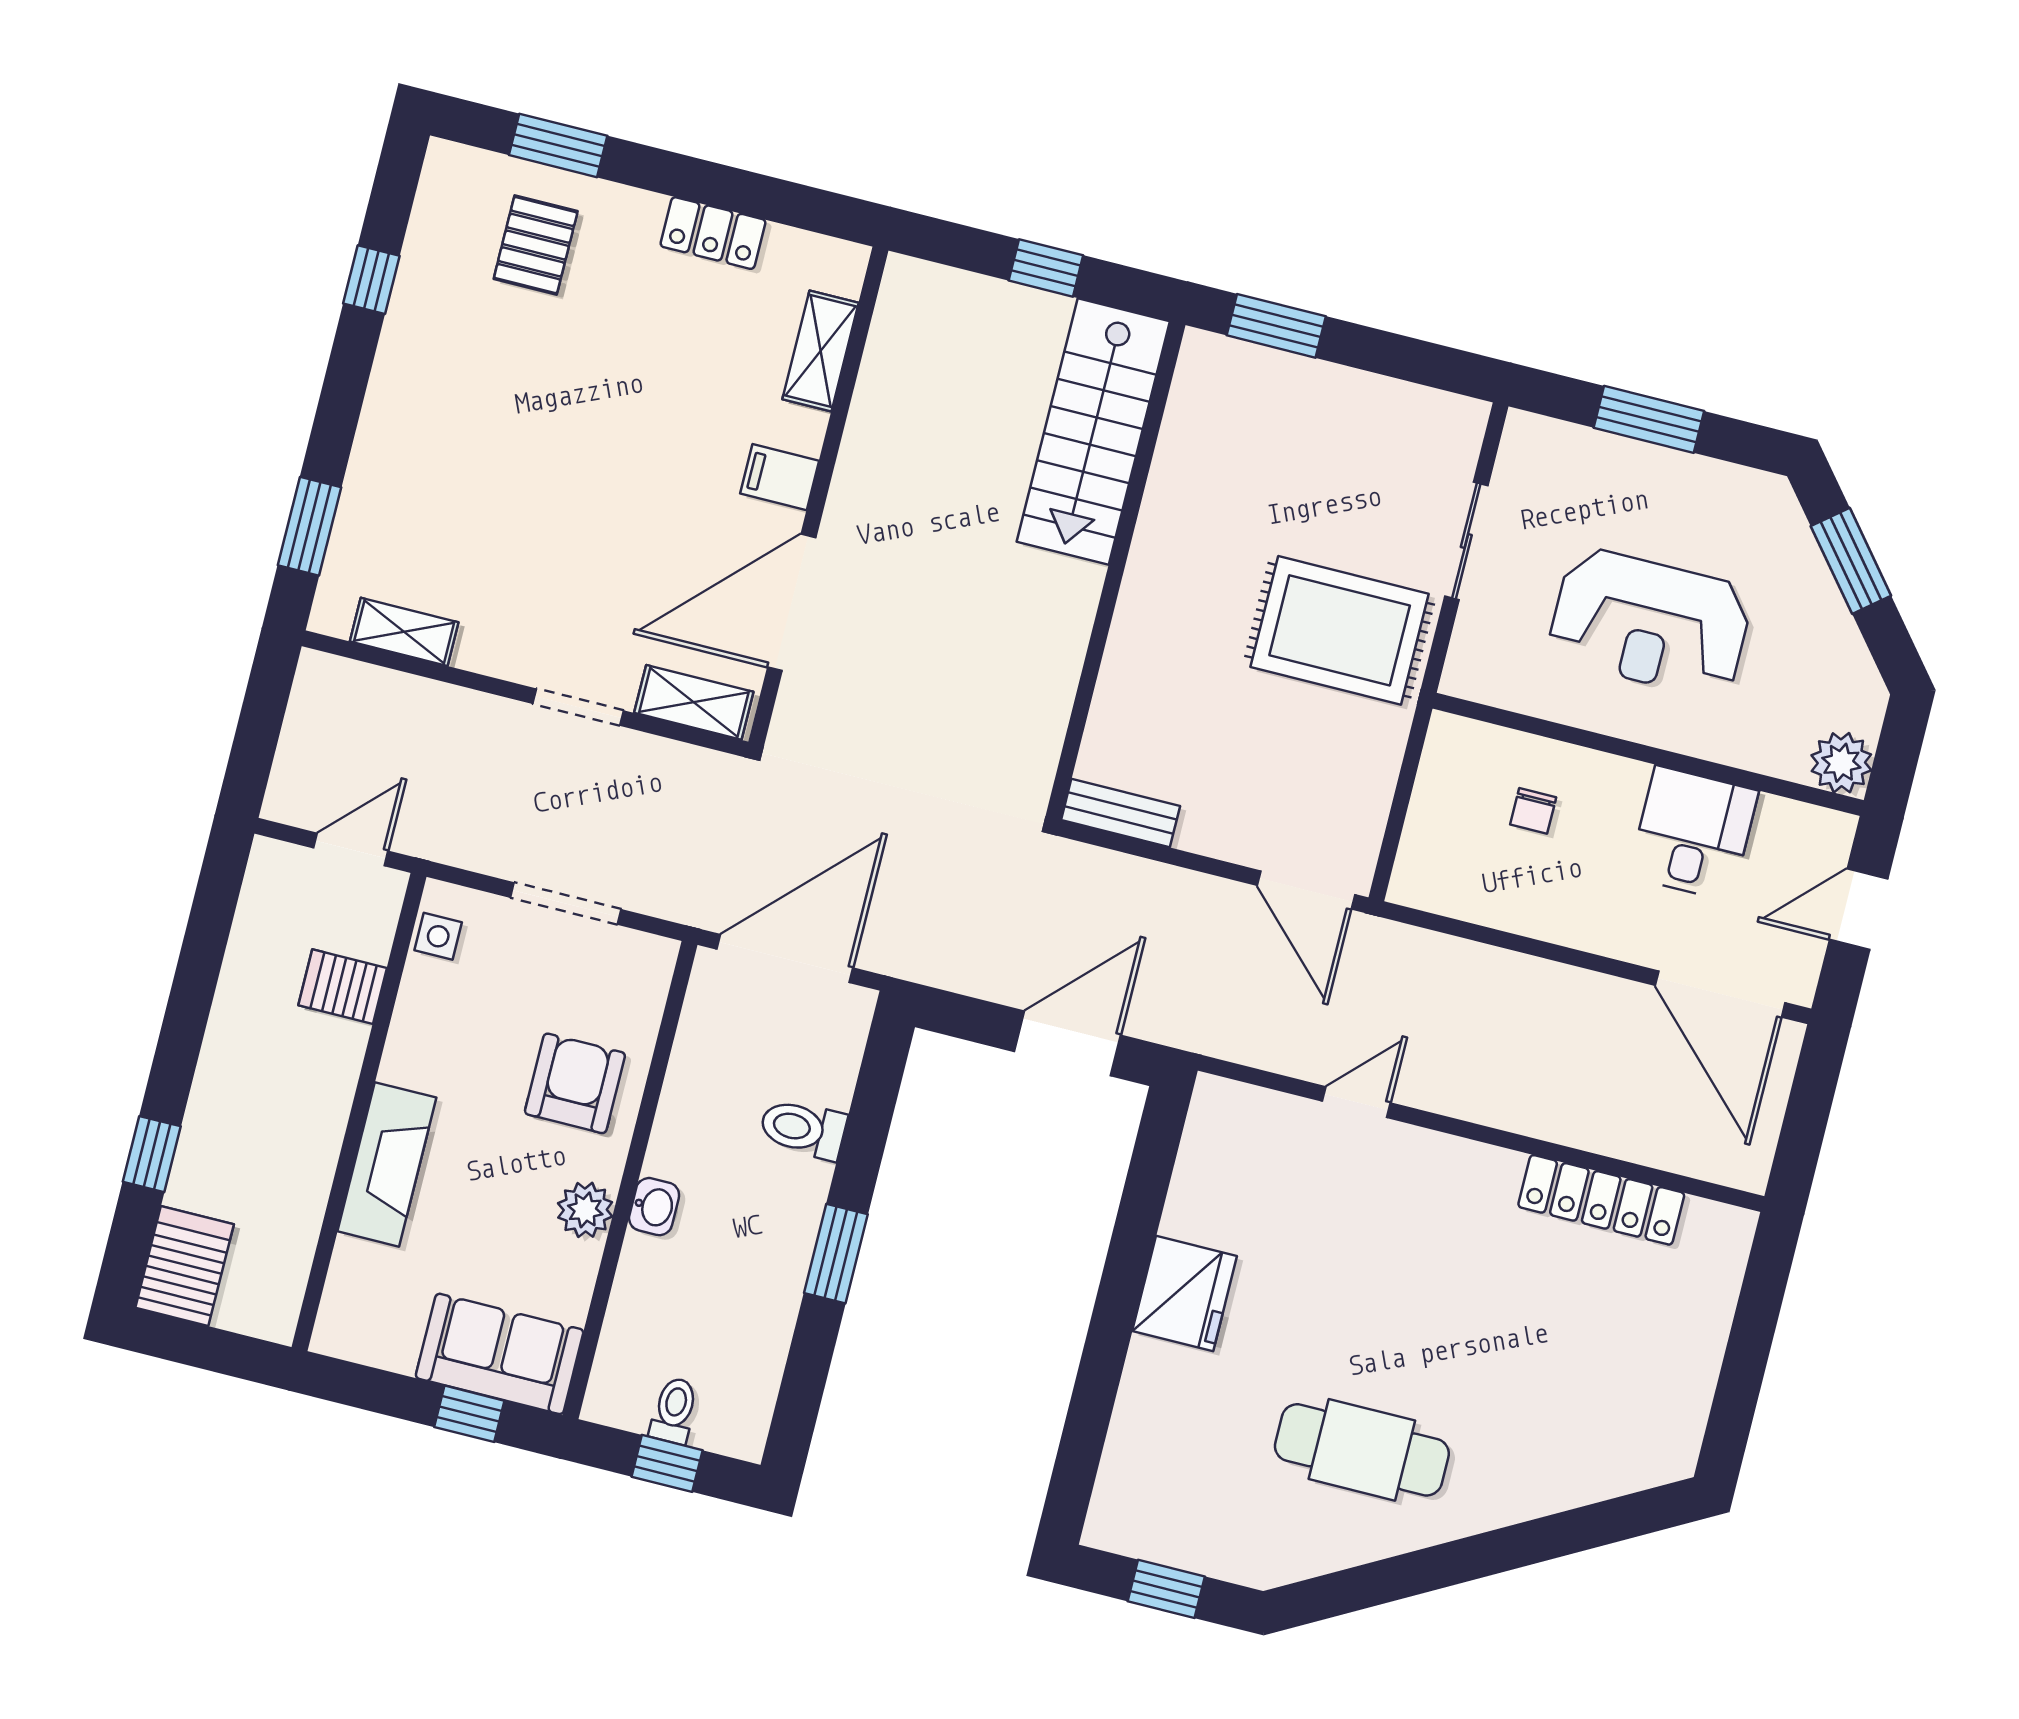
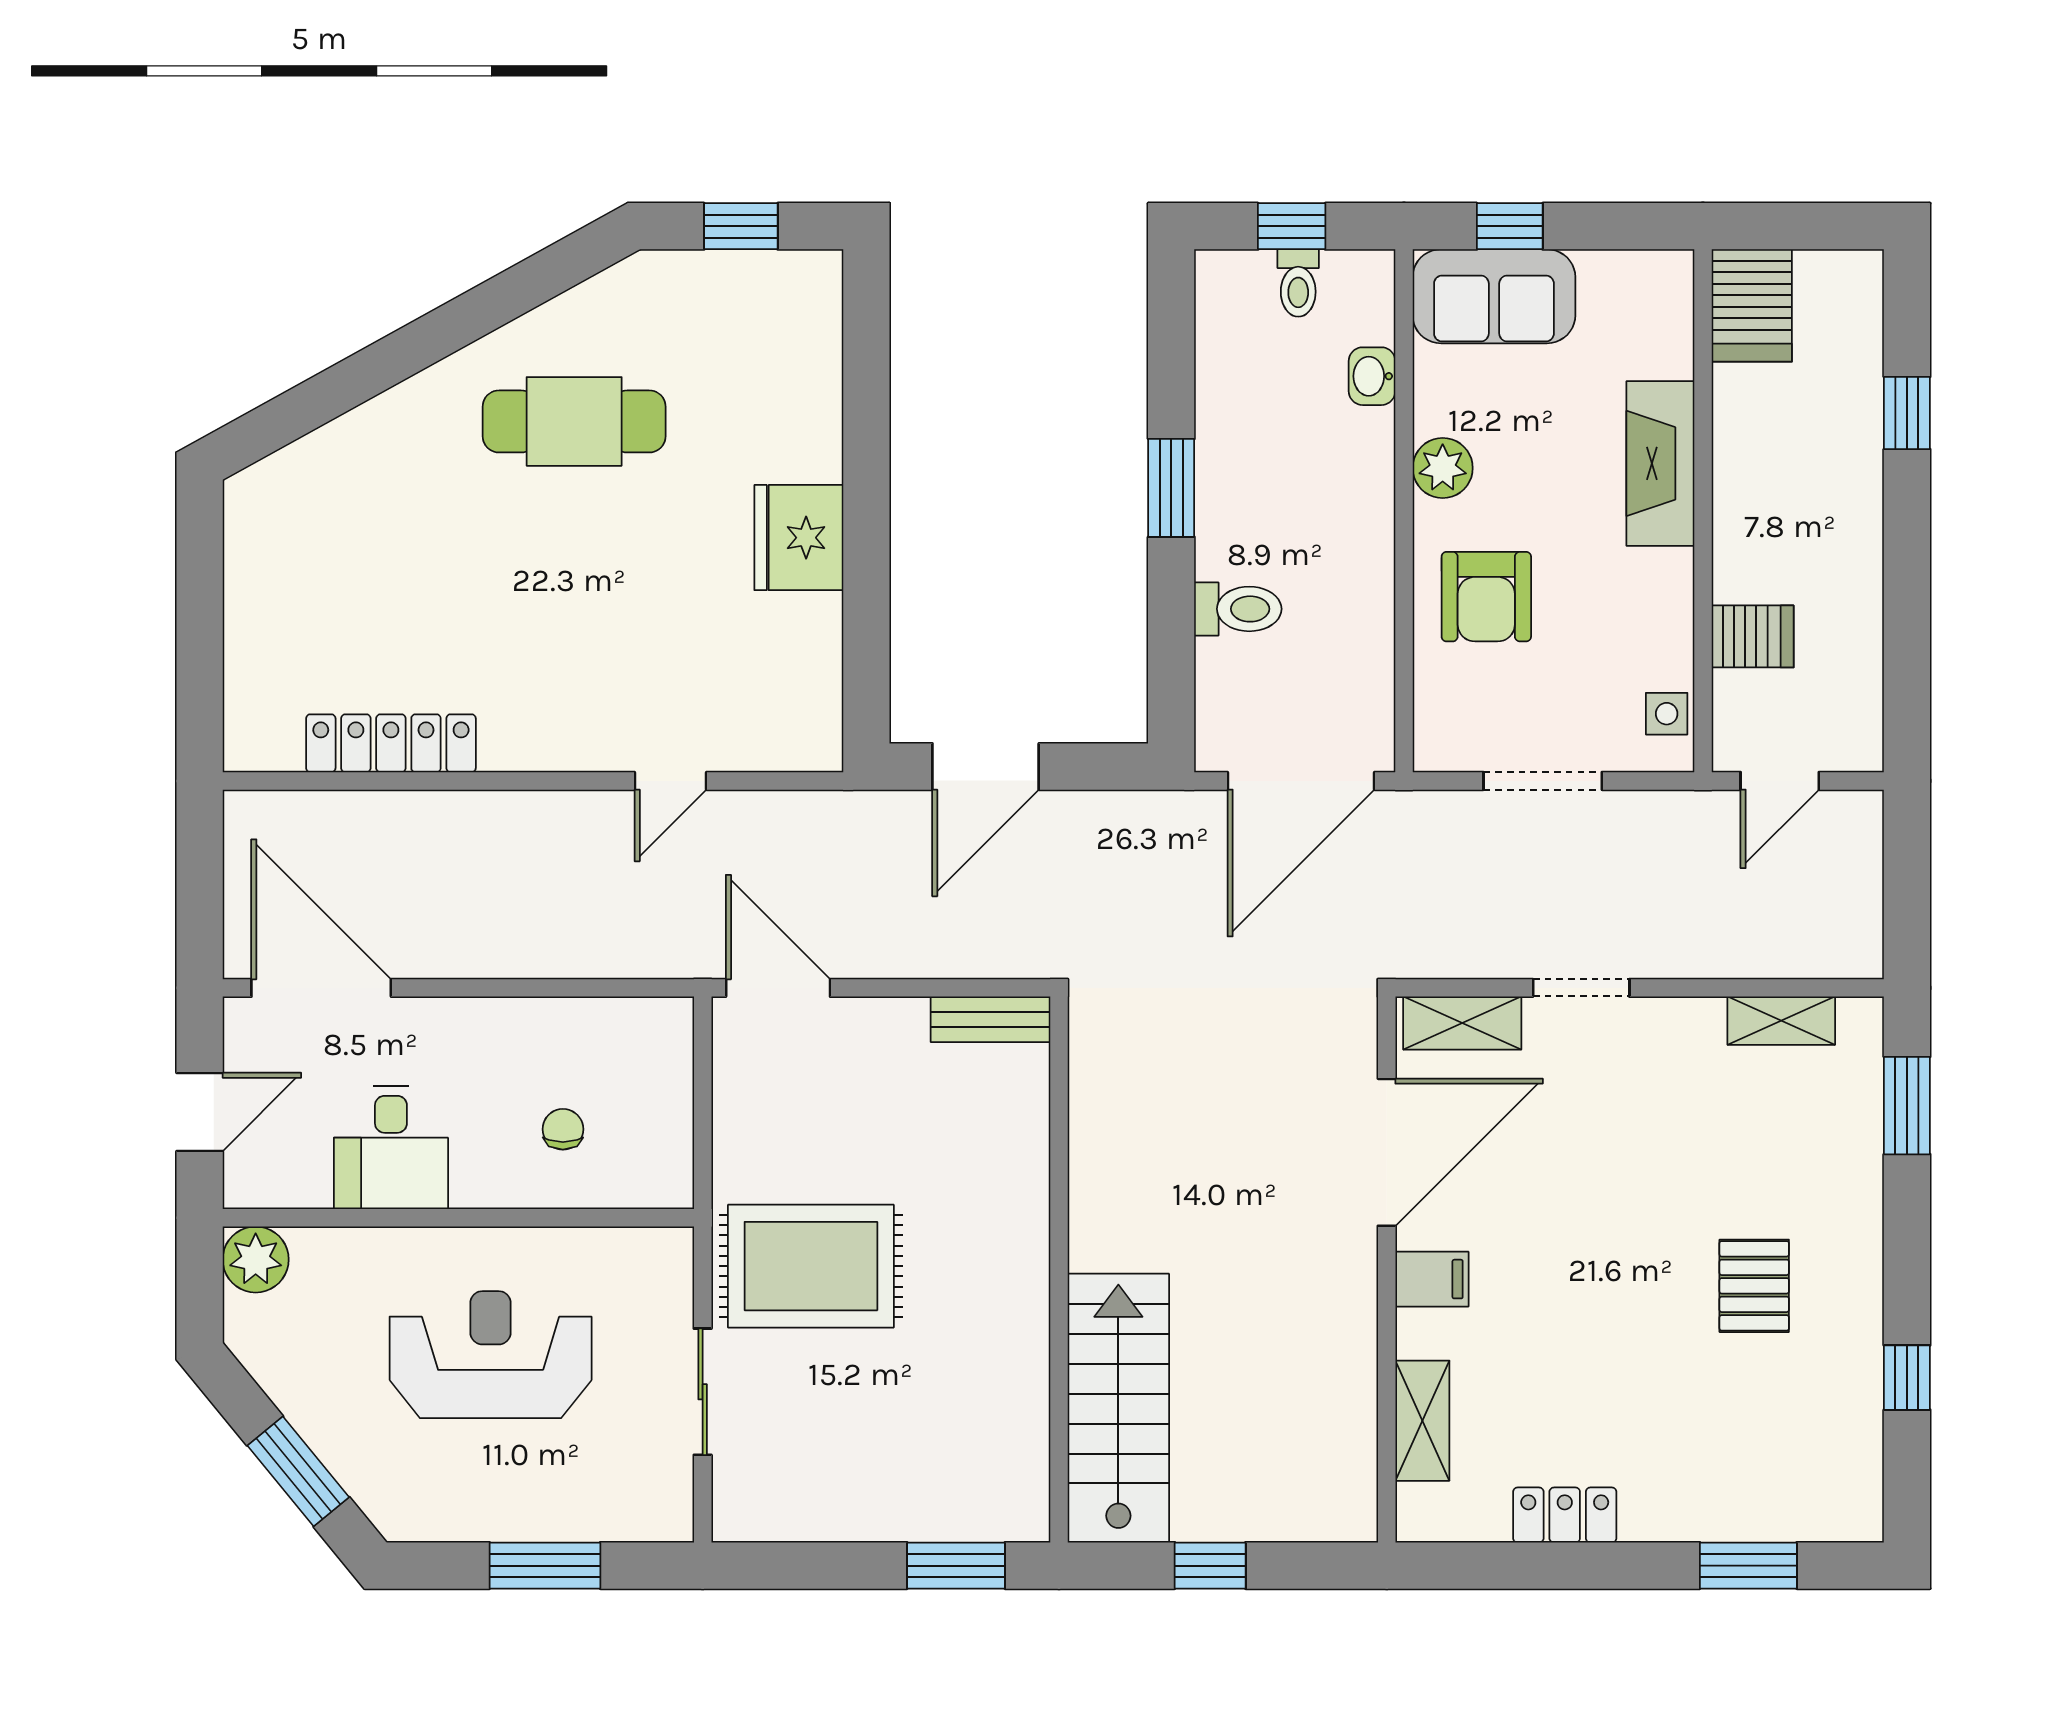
pallet: (536, 245) -> (1754, 1286), moved
washbasin: (654, 1207) -> (1372, 376), moved
server rack: (185, 1266) -> (1752, 305), moved

